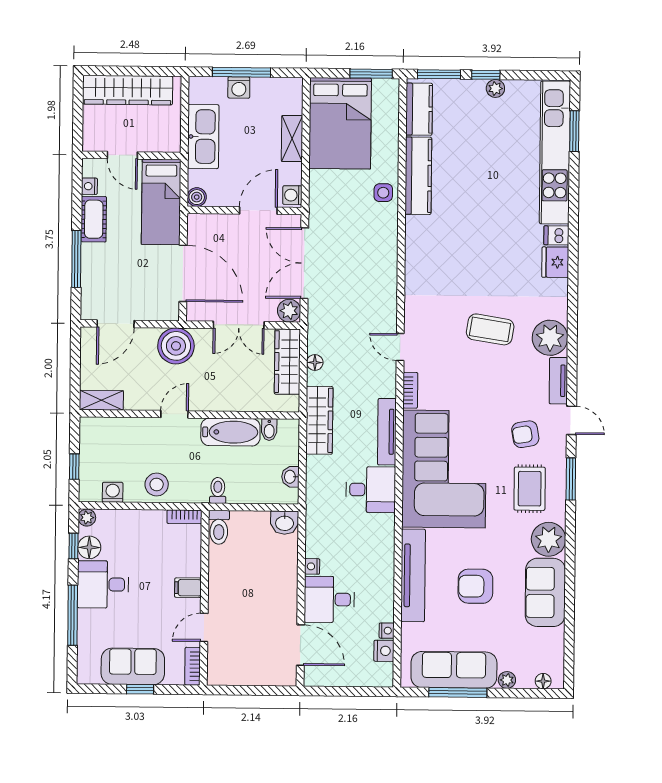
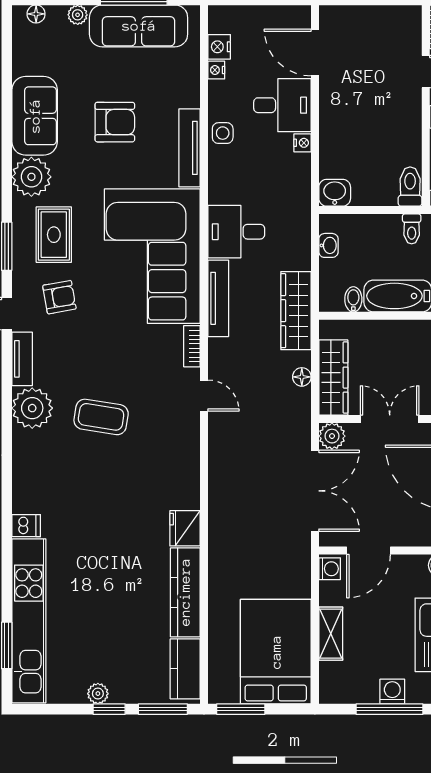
side table: (383, 193) -> (223, 133), moved
fridge: (555, 262) -> (185, 528), moved, turned 180
tv unit: (413, 575) -> (190, 148), width x0.73, depth x0.78

